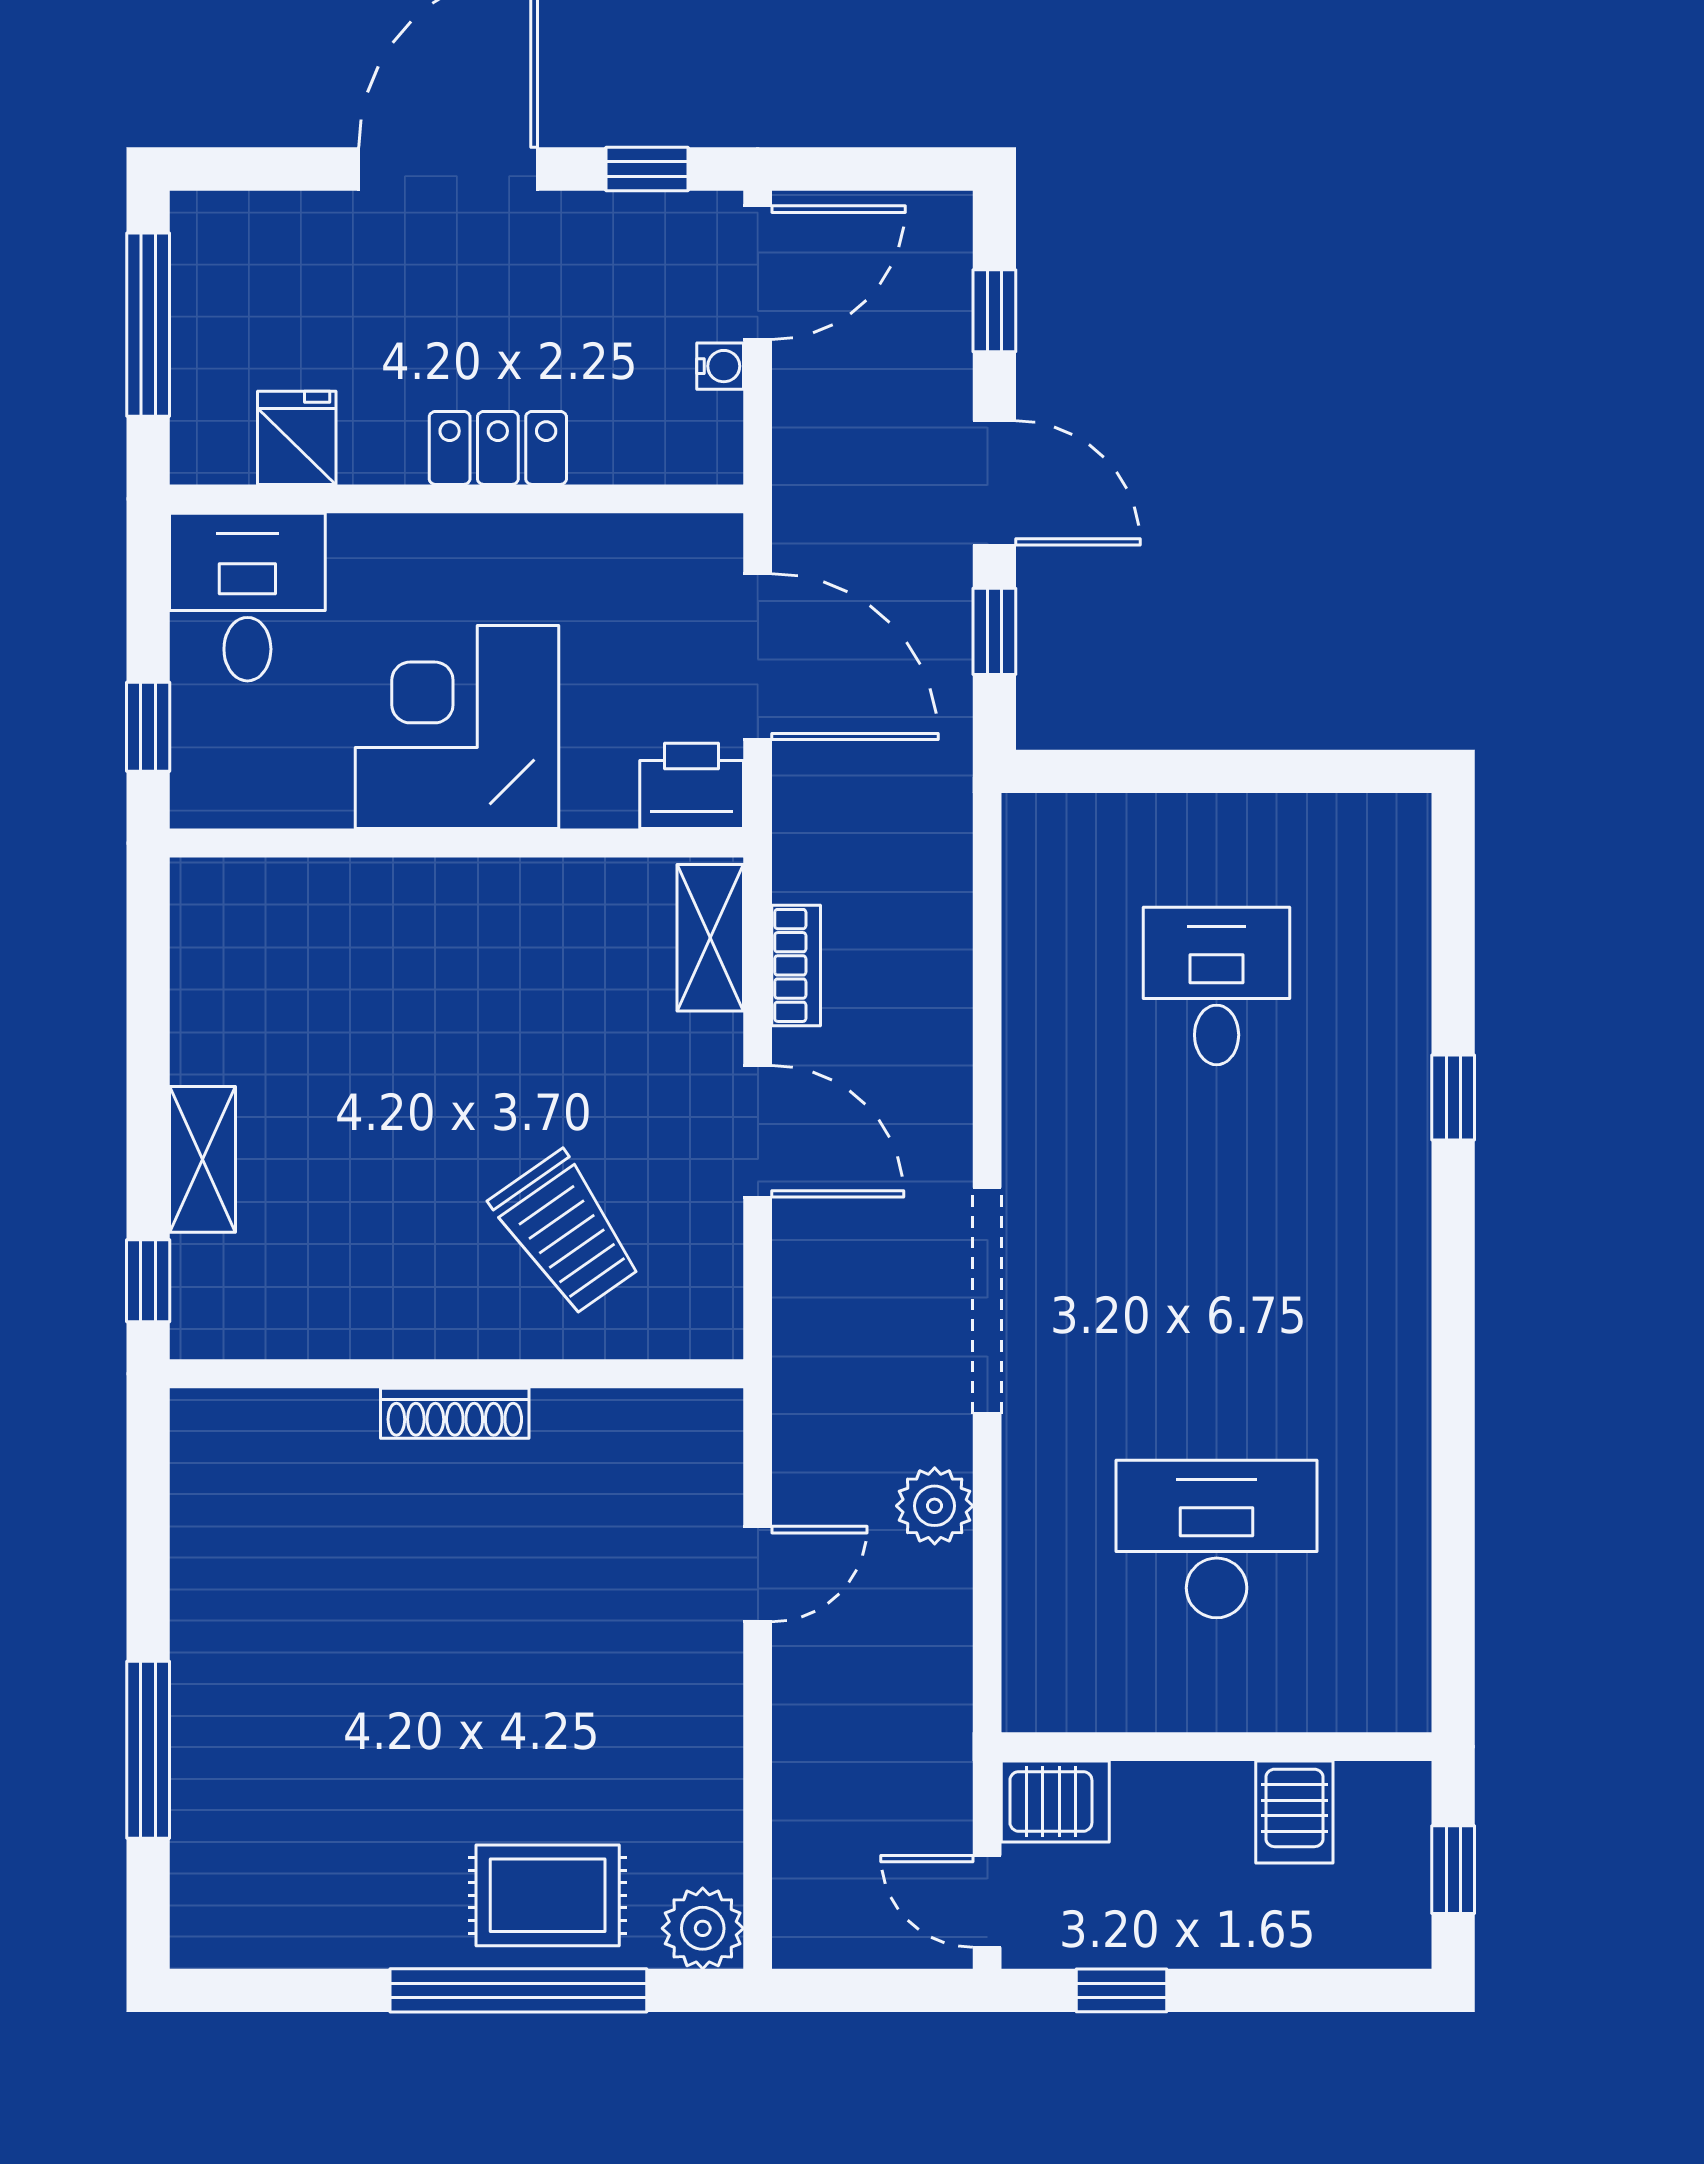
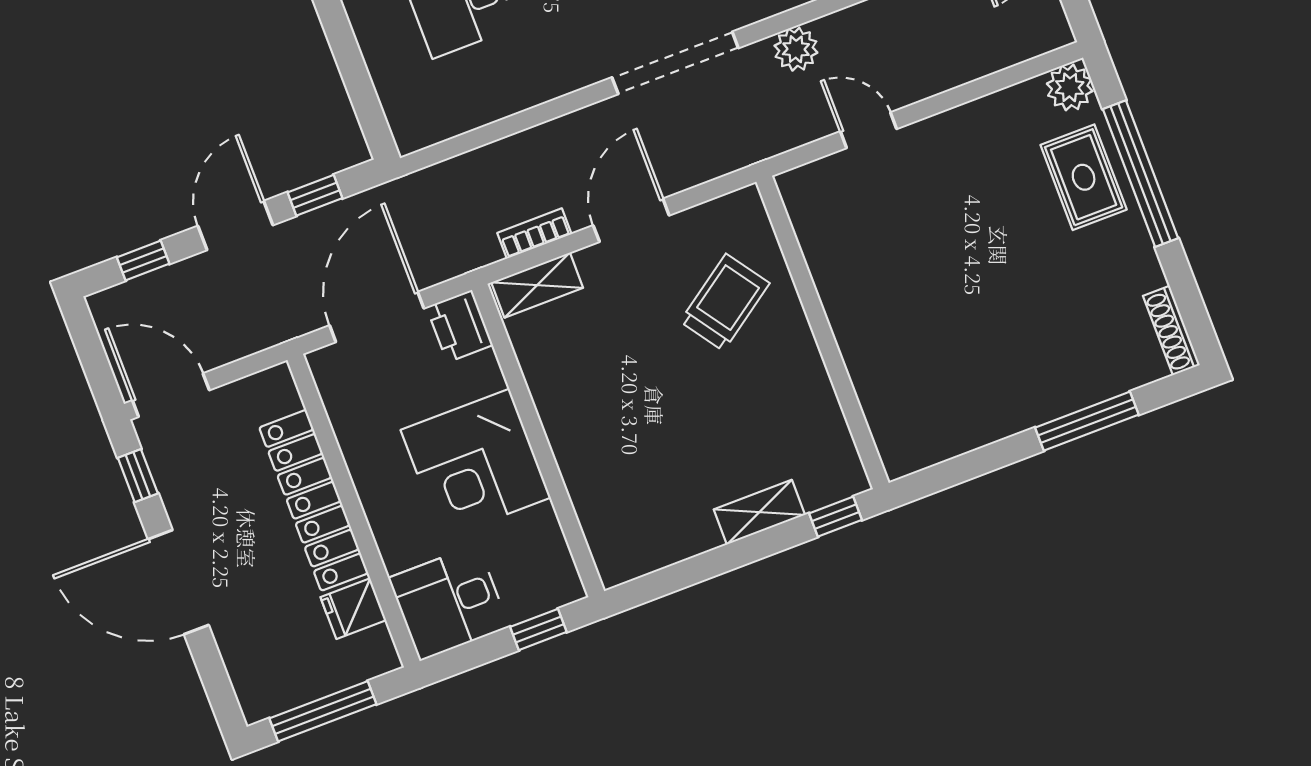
water cooler: (720, 366) -> (229, 396), removed
locker: (498, 448) -> (314, 500), width x2.16, depth x1.21
shoe rack: (455, 1413) -> (1171, 330), moved, turned 180

